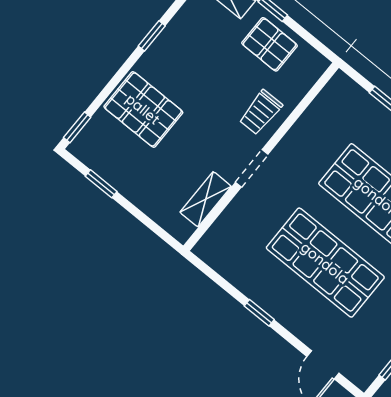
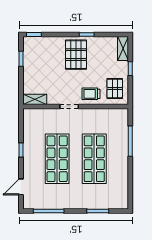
pallet: (270, 44) -> (115, 88), moved
pallet: (143, 109) -> (76, 55), moved
shelving: (206, 199) -> (35, 99), moved

